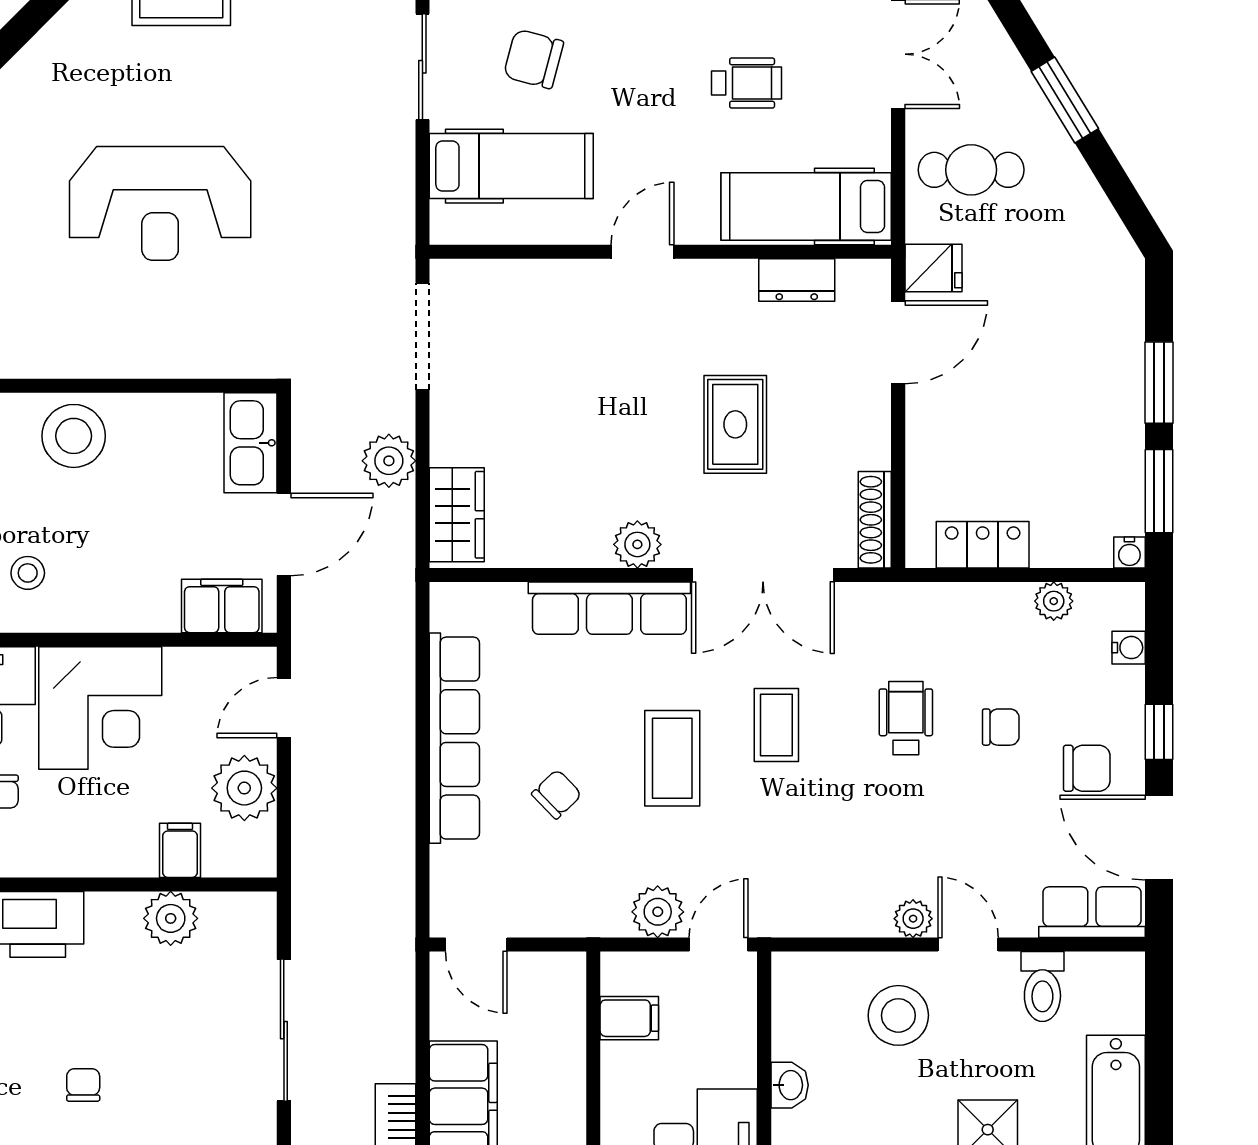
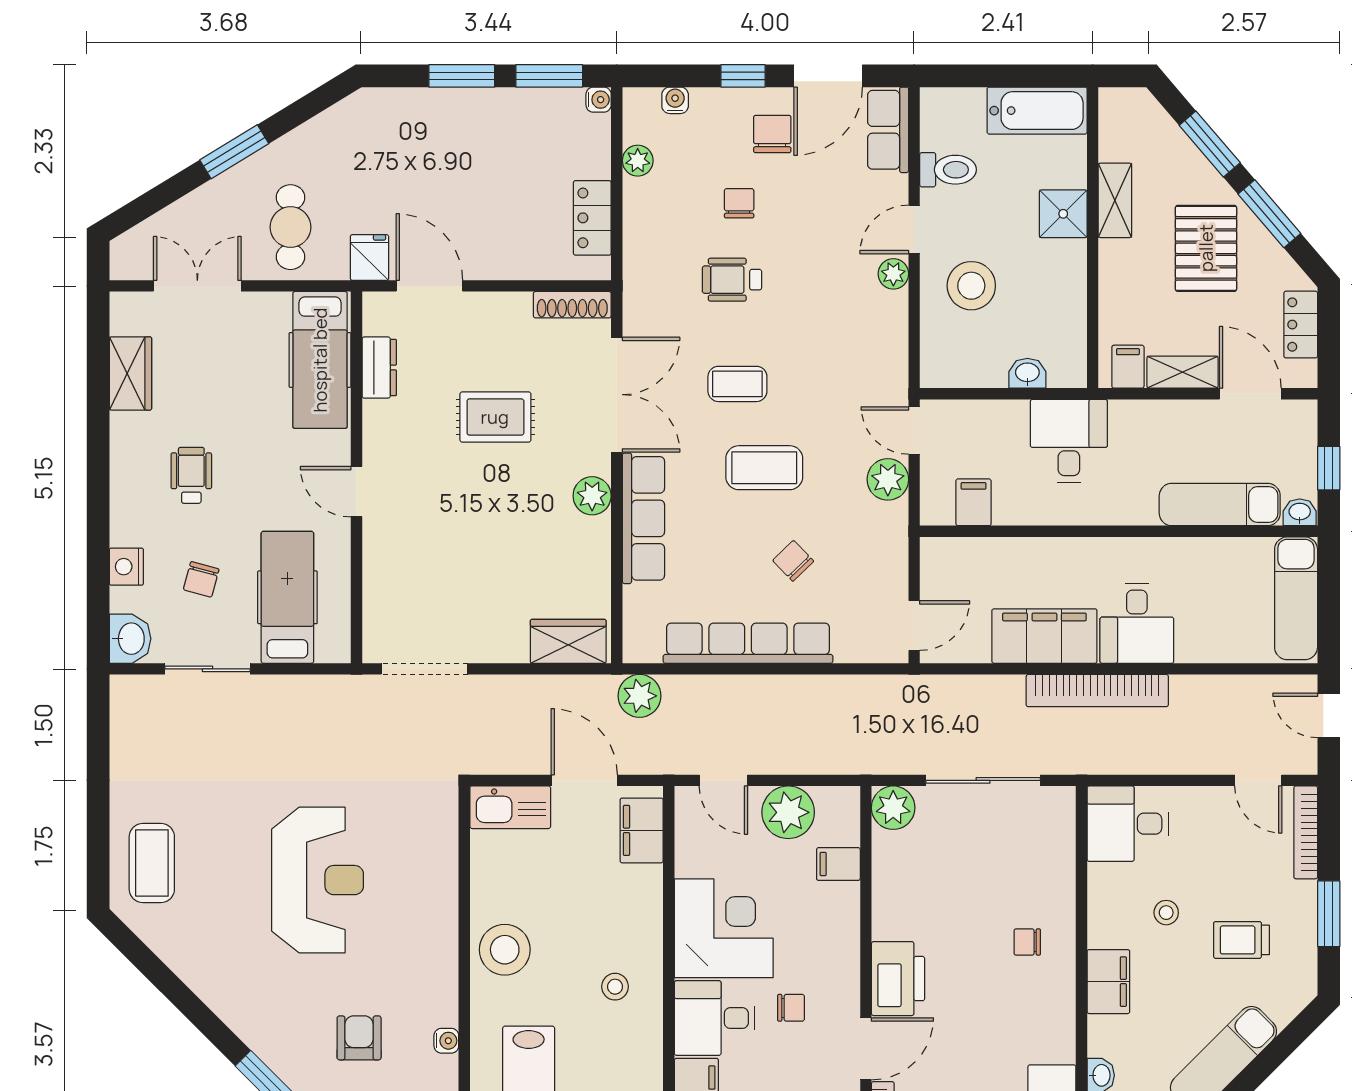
chair: (534, 59) -> (201, 579), width x0.73, depth x0.73
wheelchair: (747, 83) -> (191, 475), moved
plant: (389, 461) -> (640, 696), moved
plant: (171, 918) -> (893, 808), moved

